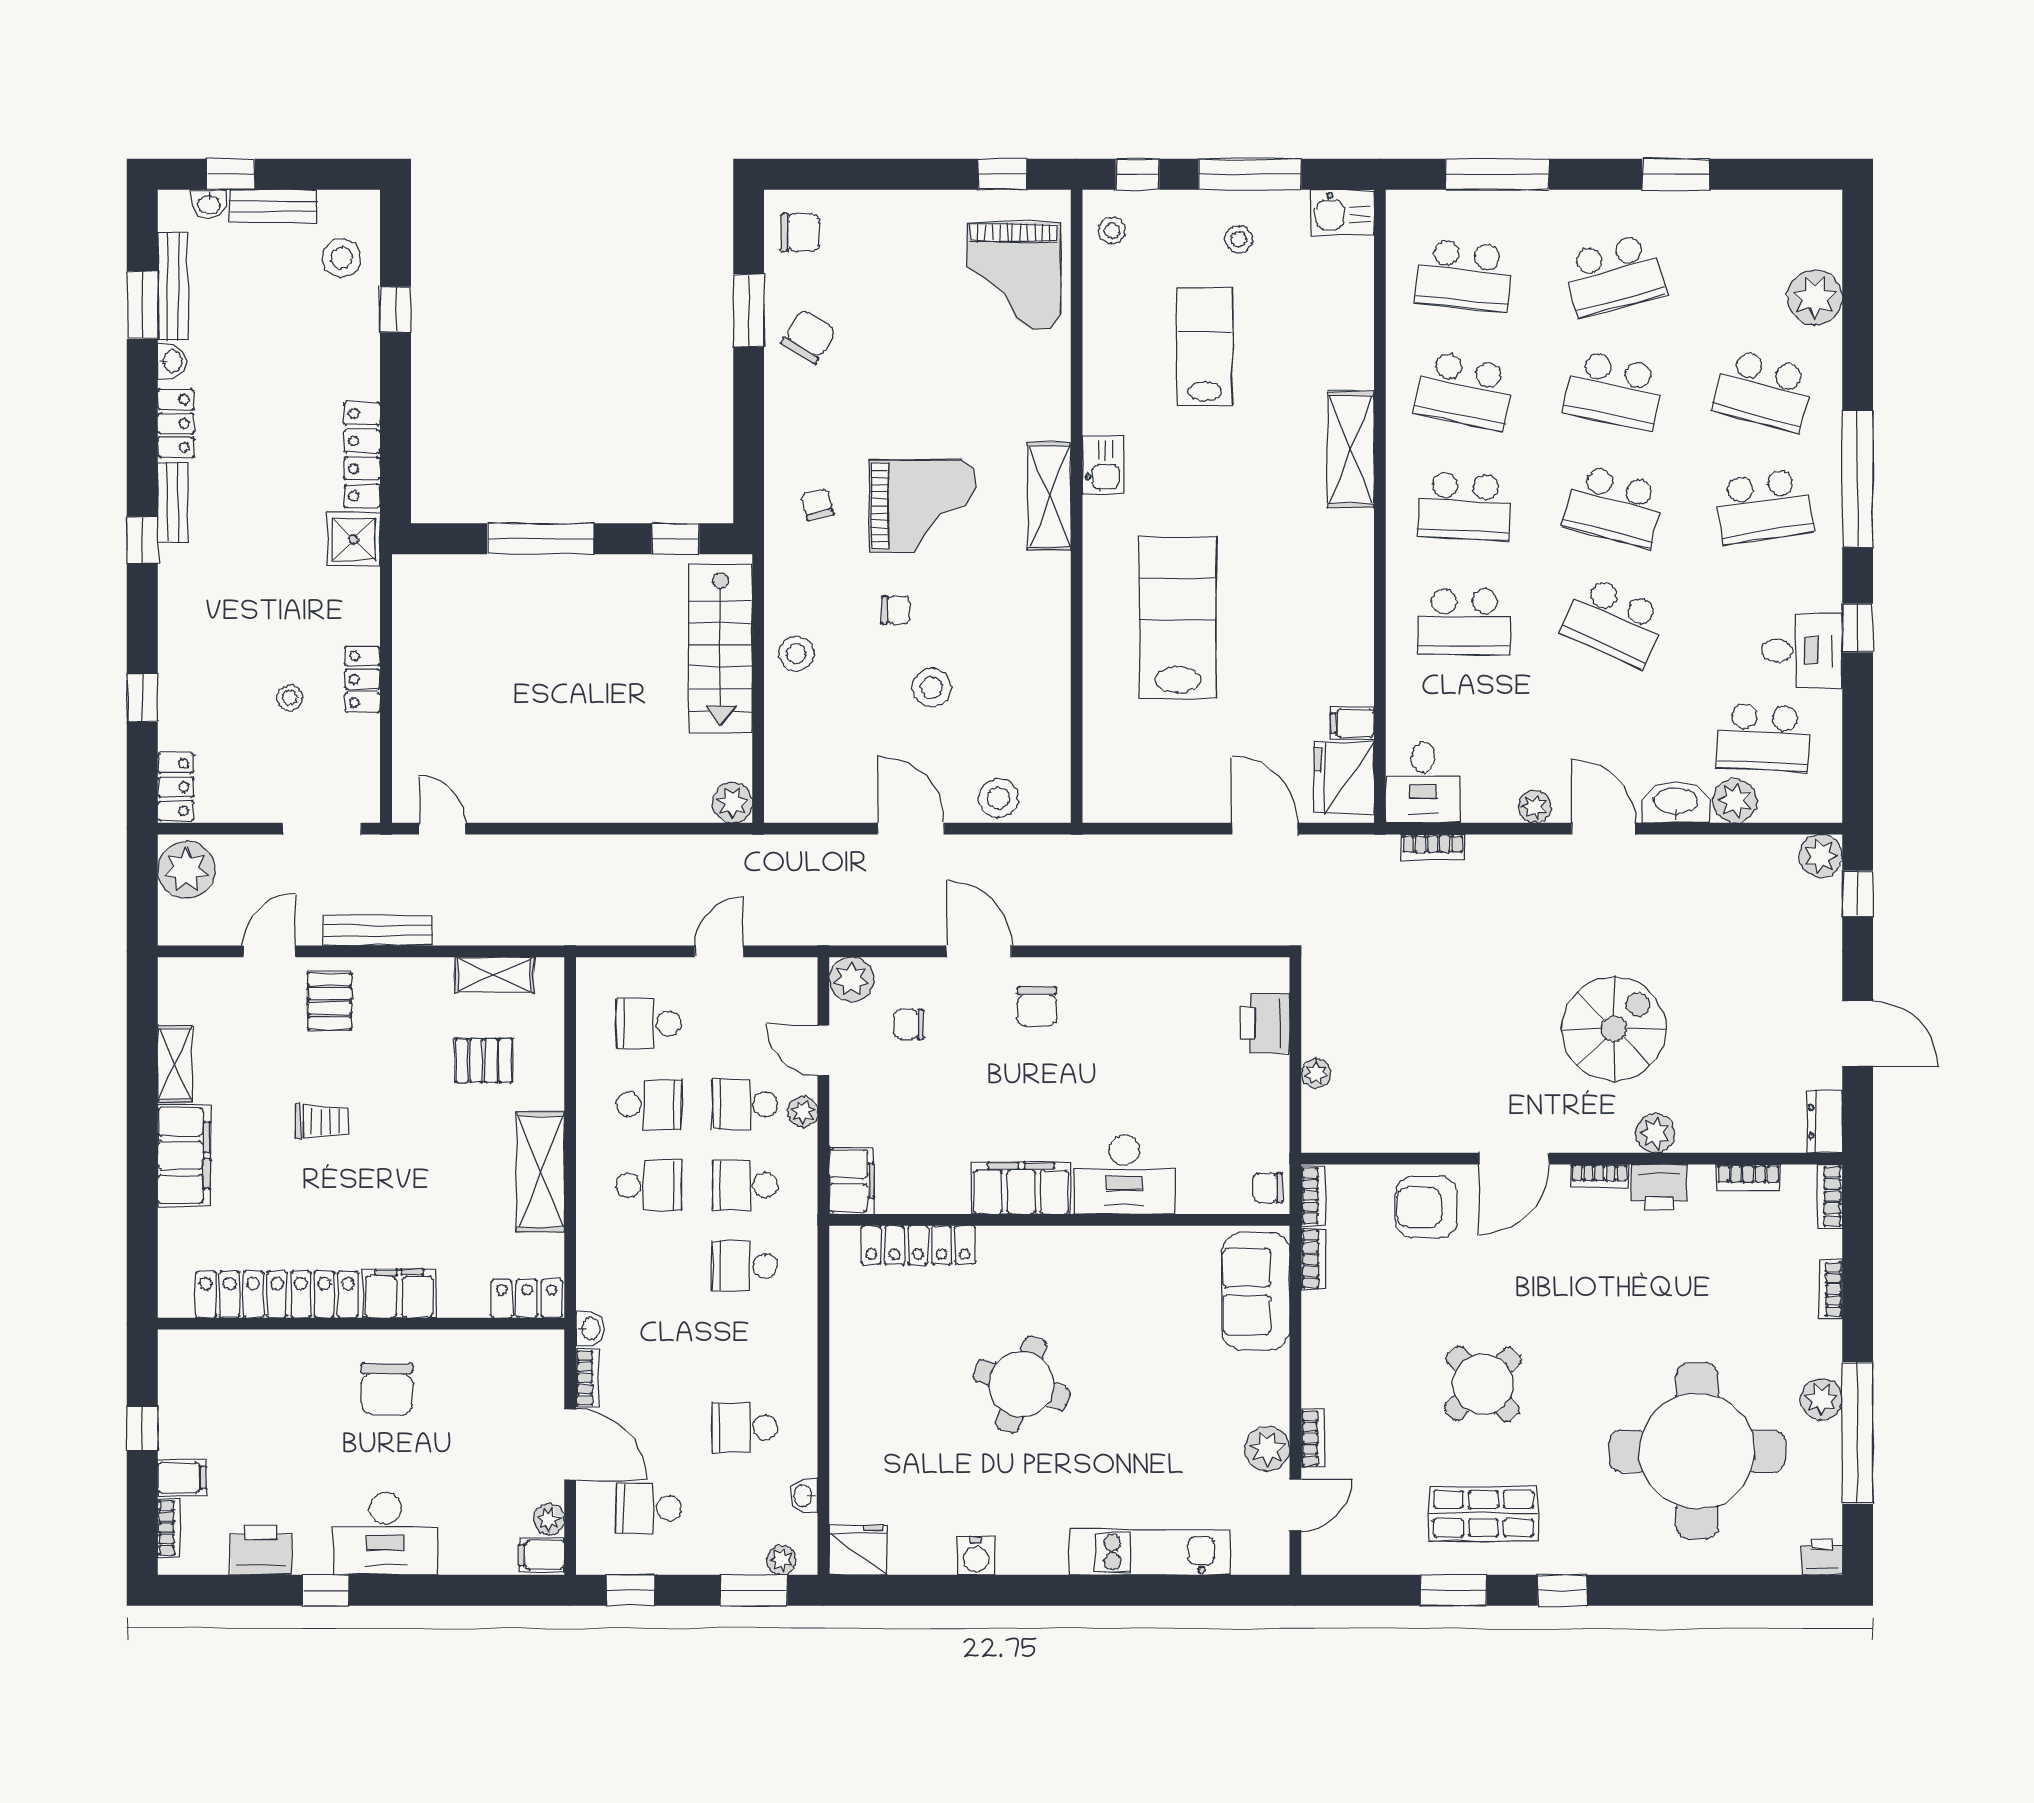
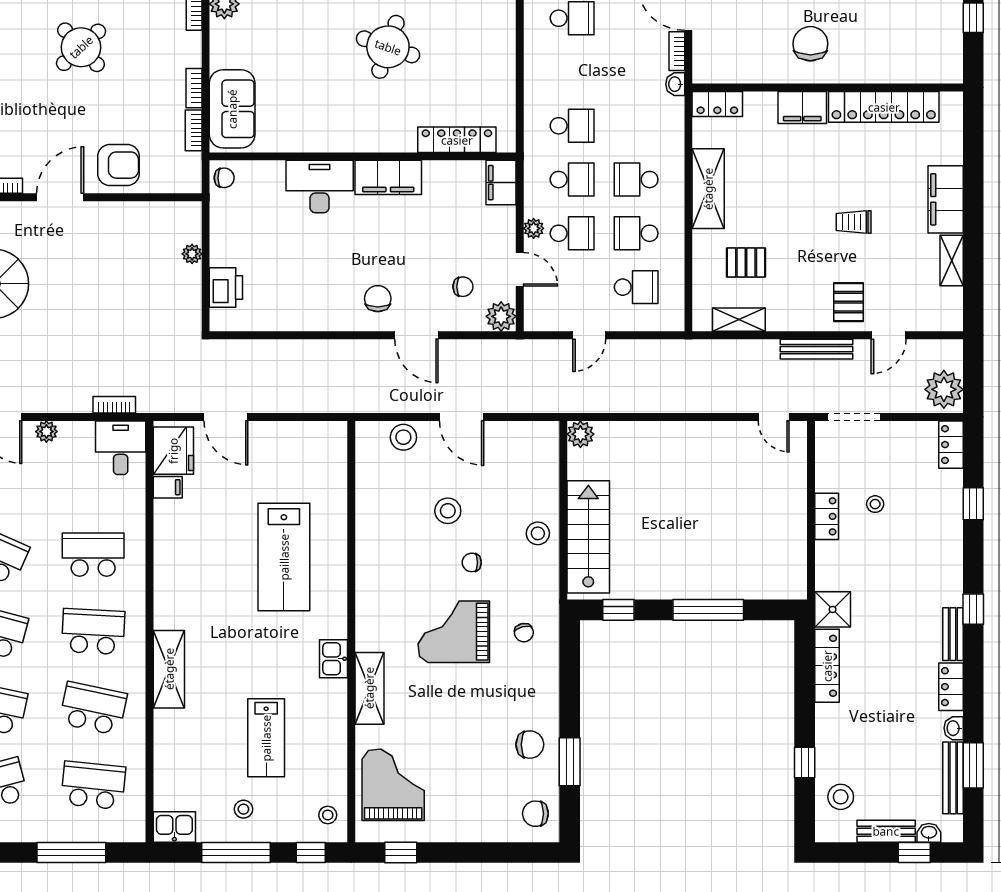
chair: (808, 336) -> (530, 745), turned -122
shelving: (1049, 496) -> (369, 688), moved
bookcase: (1313, 1196) -> (194, 88), moved

